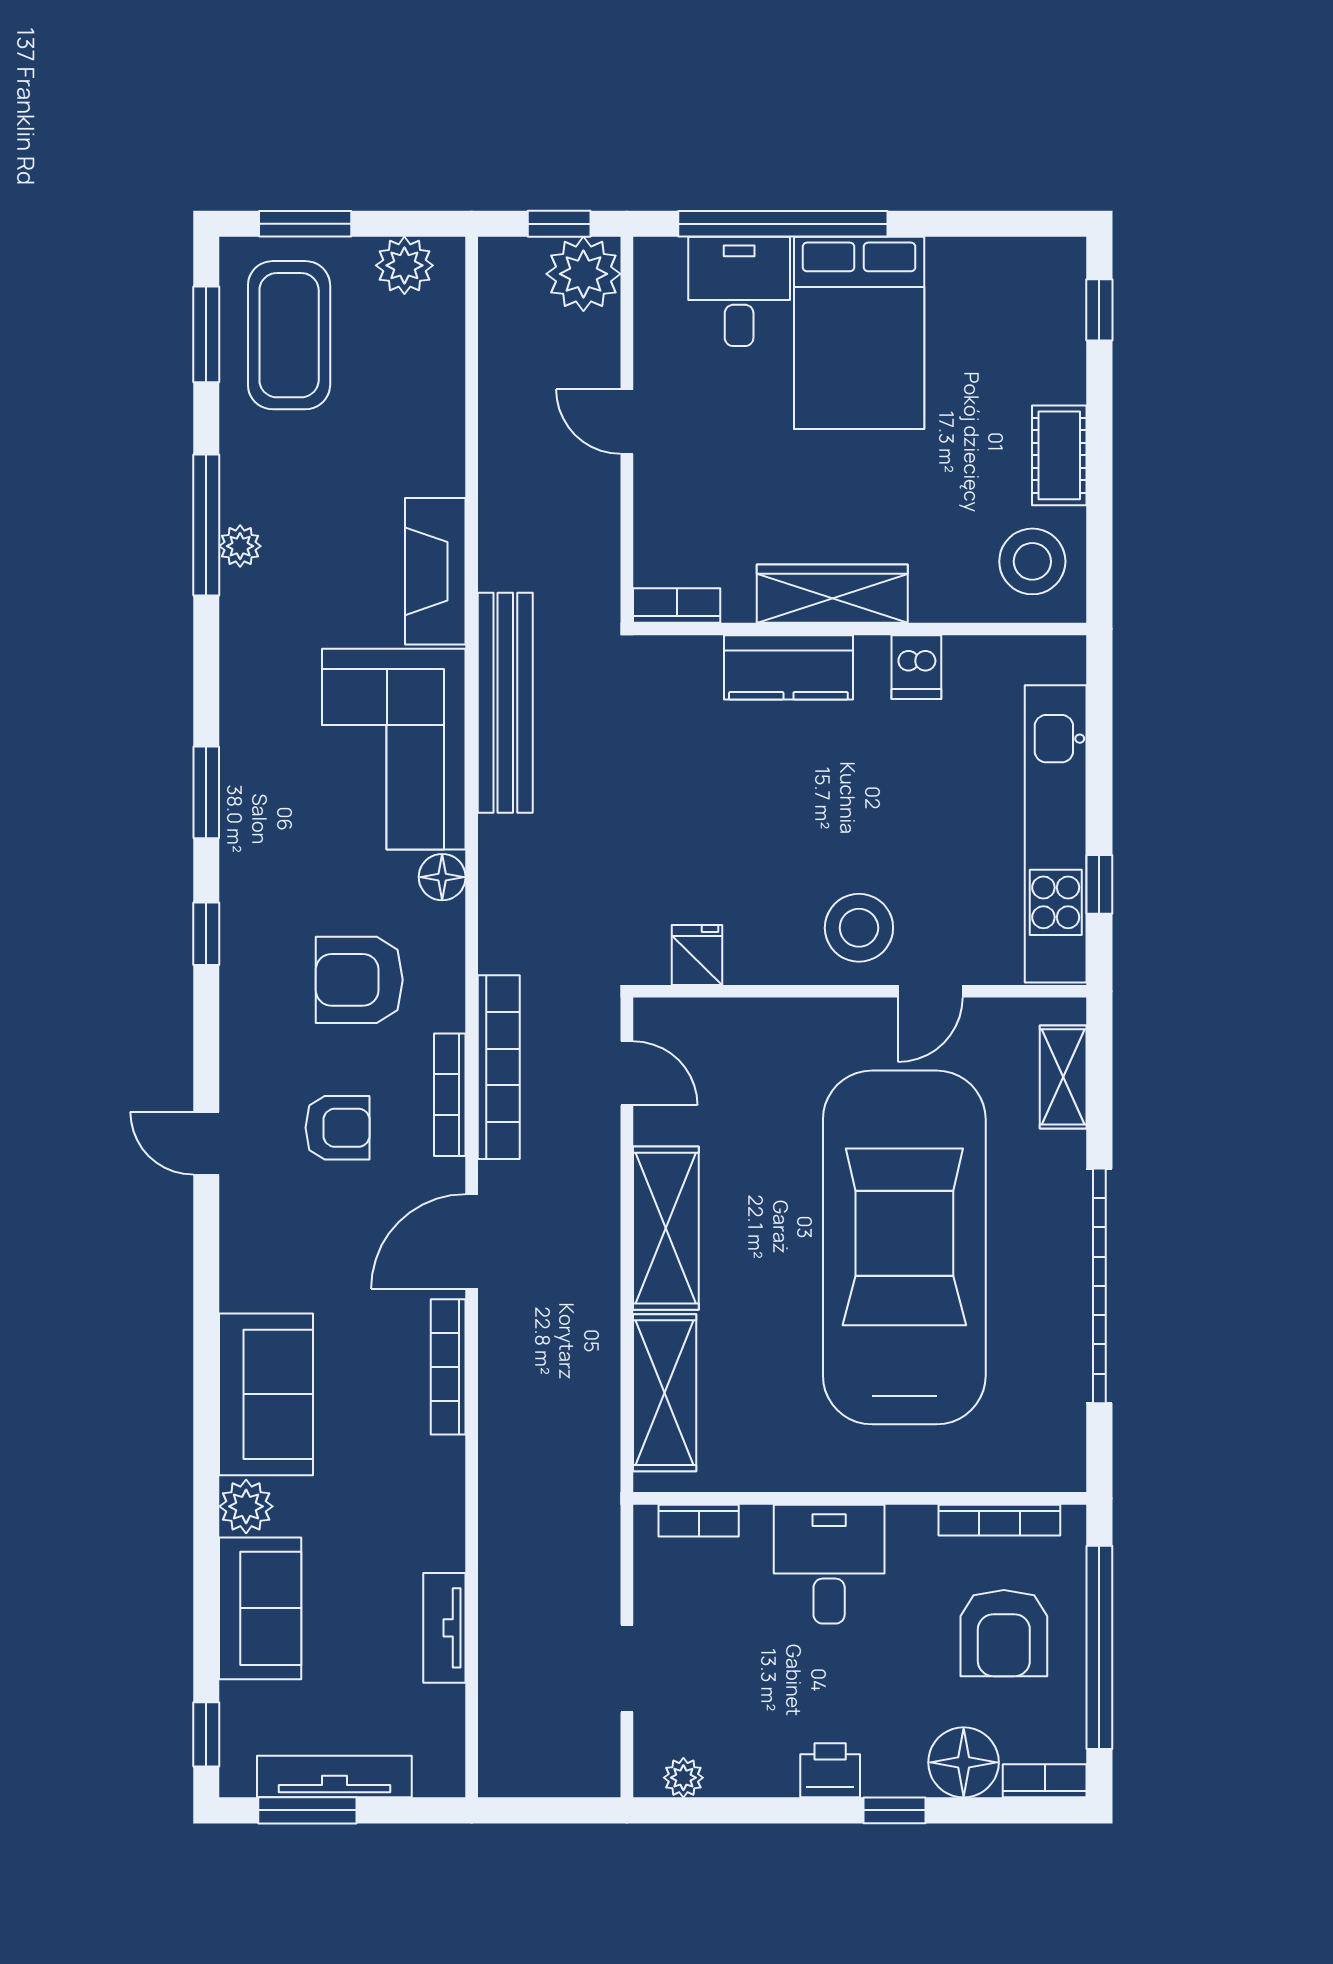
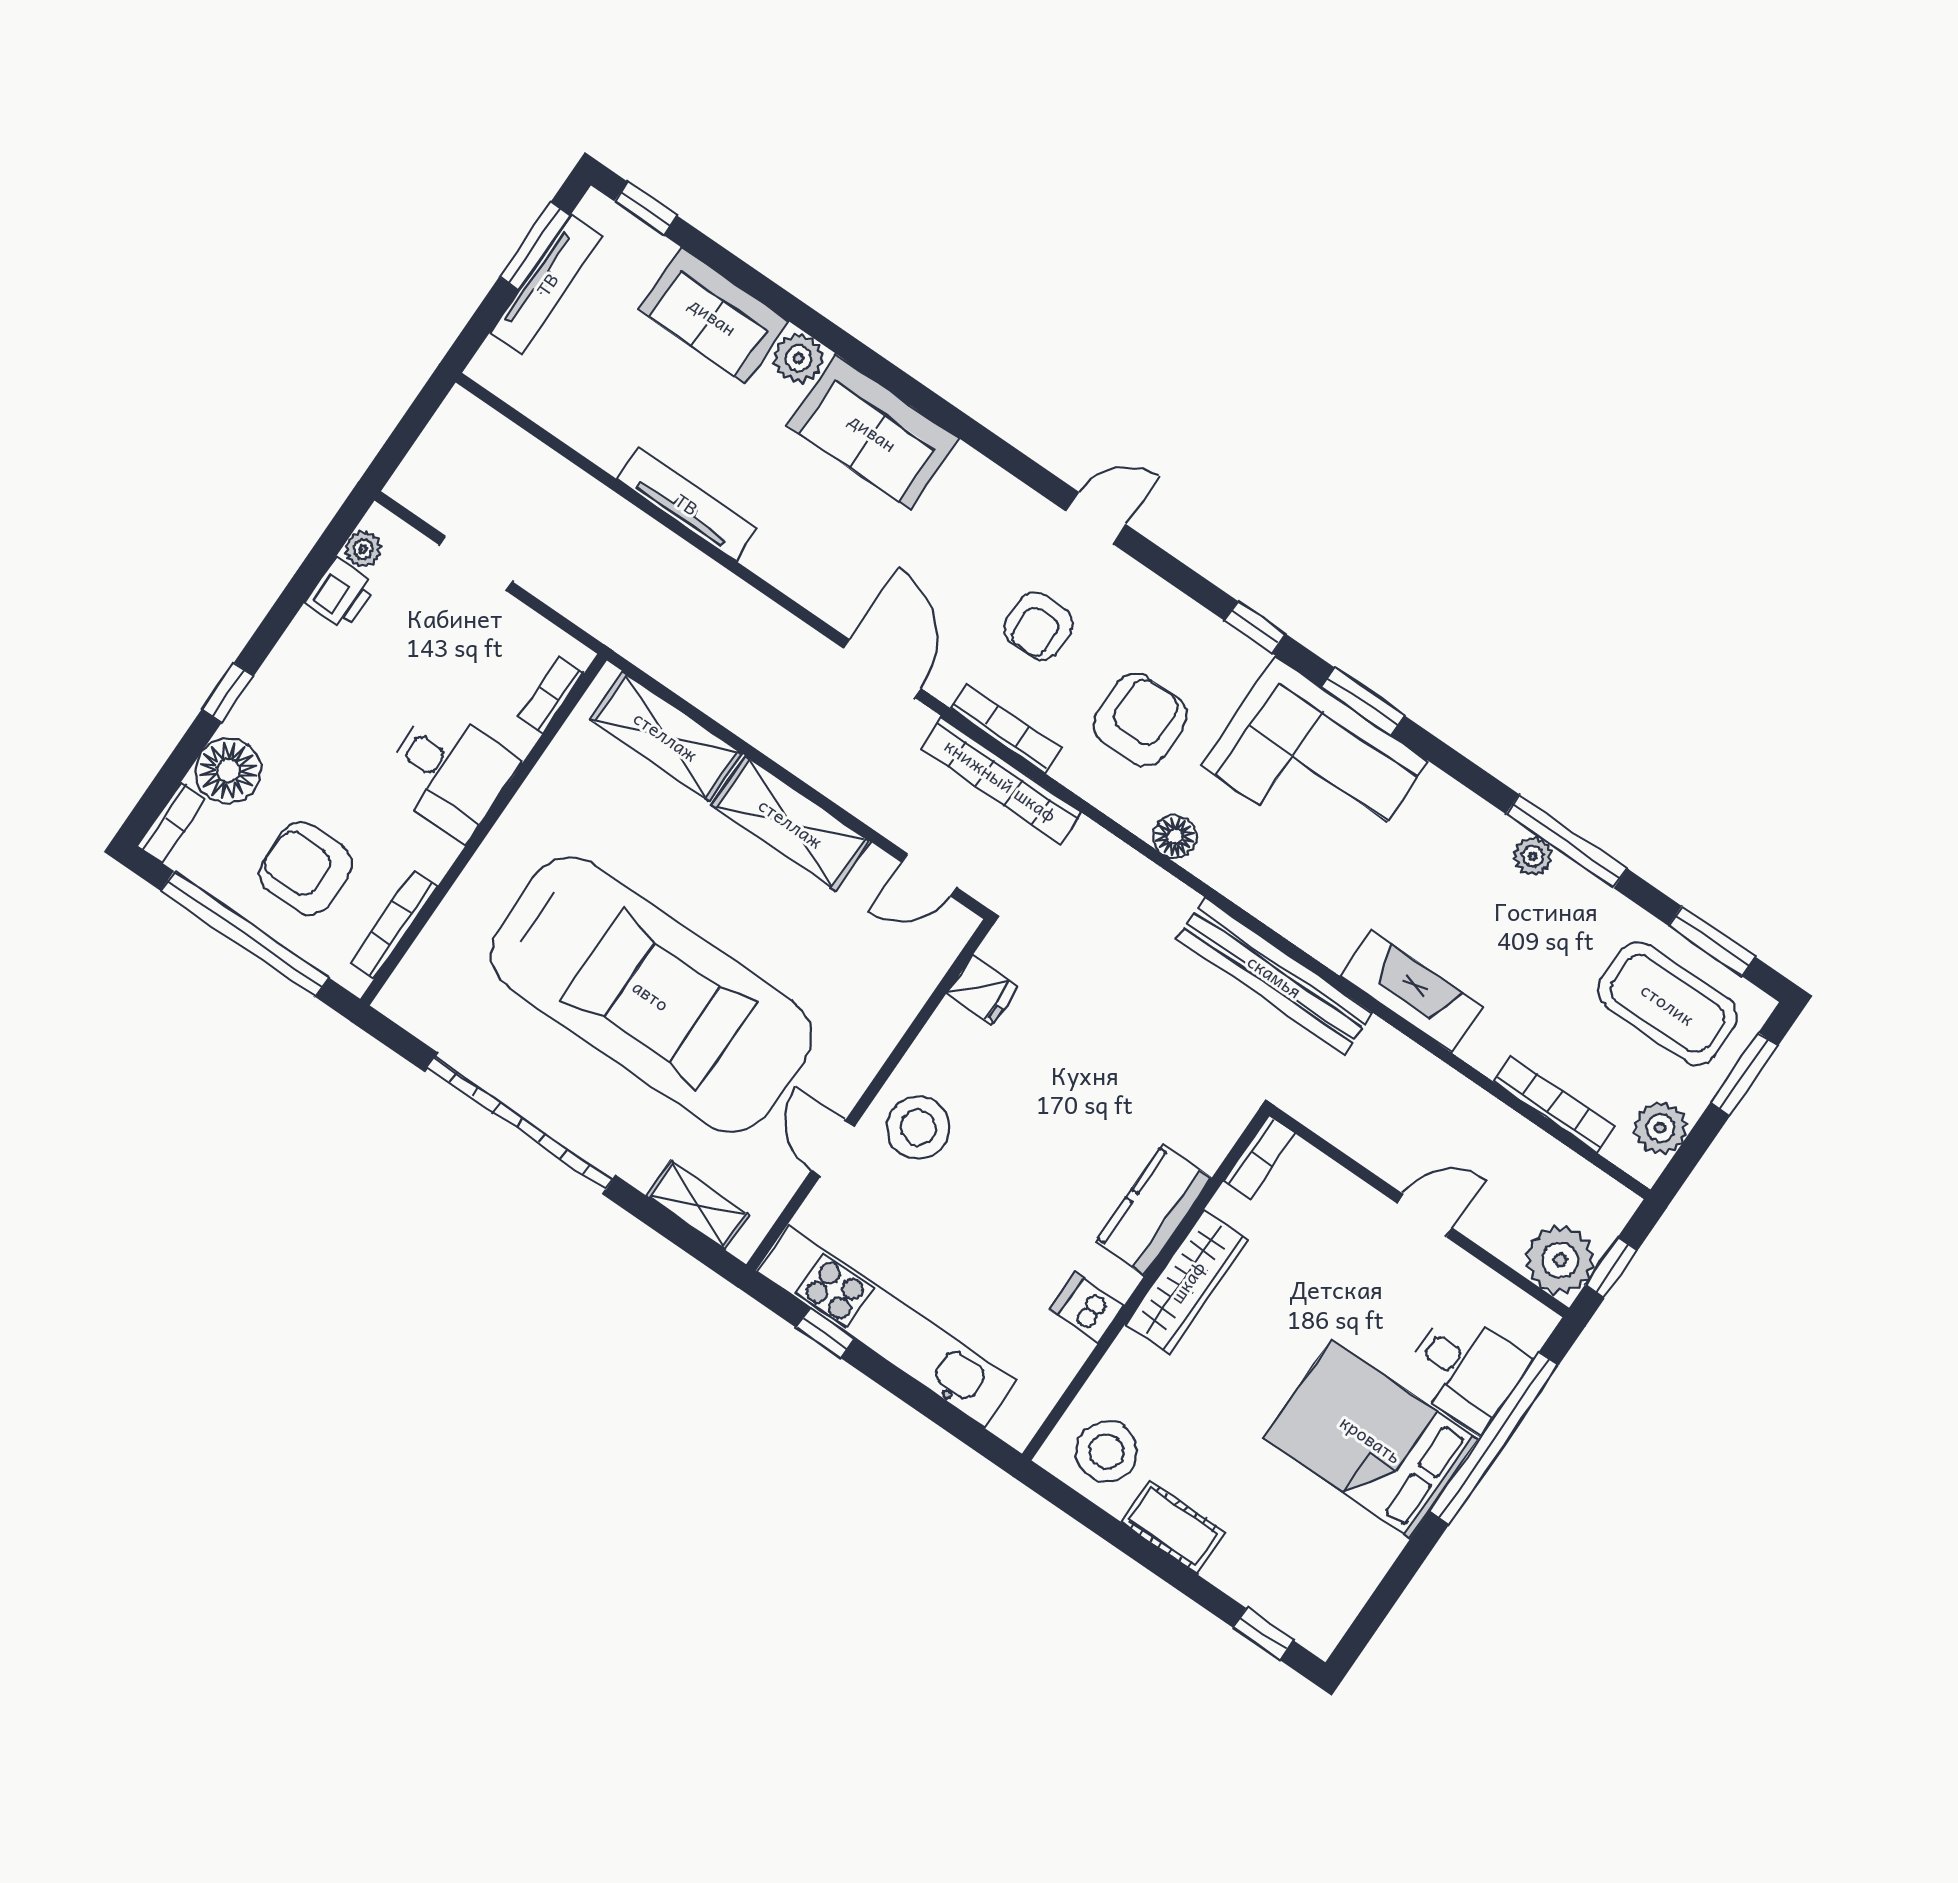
corner sofa: (394, 749) -> (1314, 763), moved, turned 180
bookcase: (448, 1367) -> (1554, 1104), moved
tv unit: (444, 1628) -> (687, 504), moved, width x1.41
printer: (830, 1770) -> (341, 594), moved

